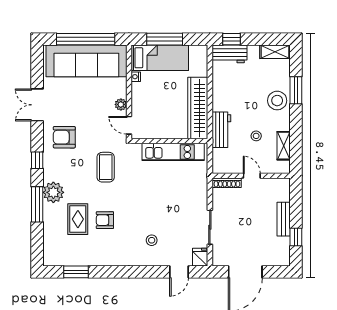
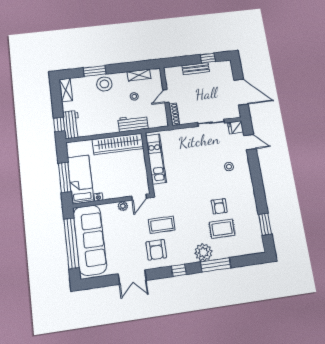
coffee table: (106, 167) -> (162, 225), moved

